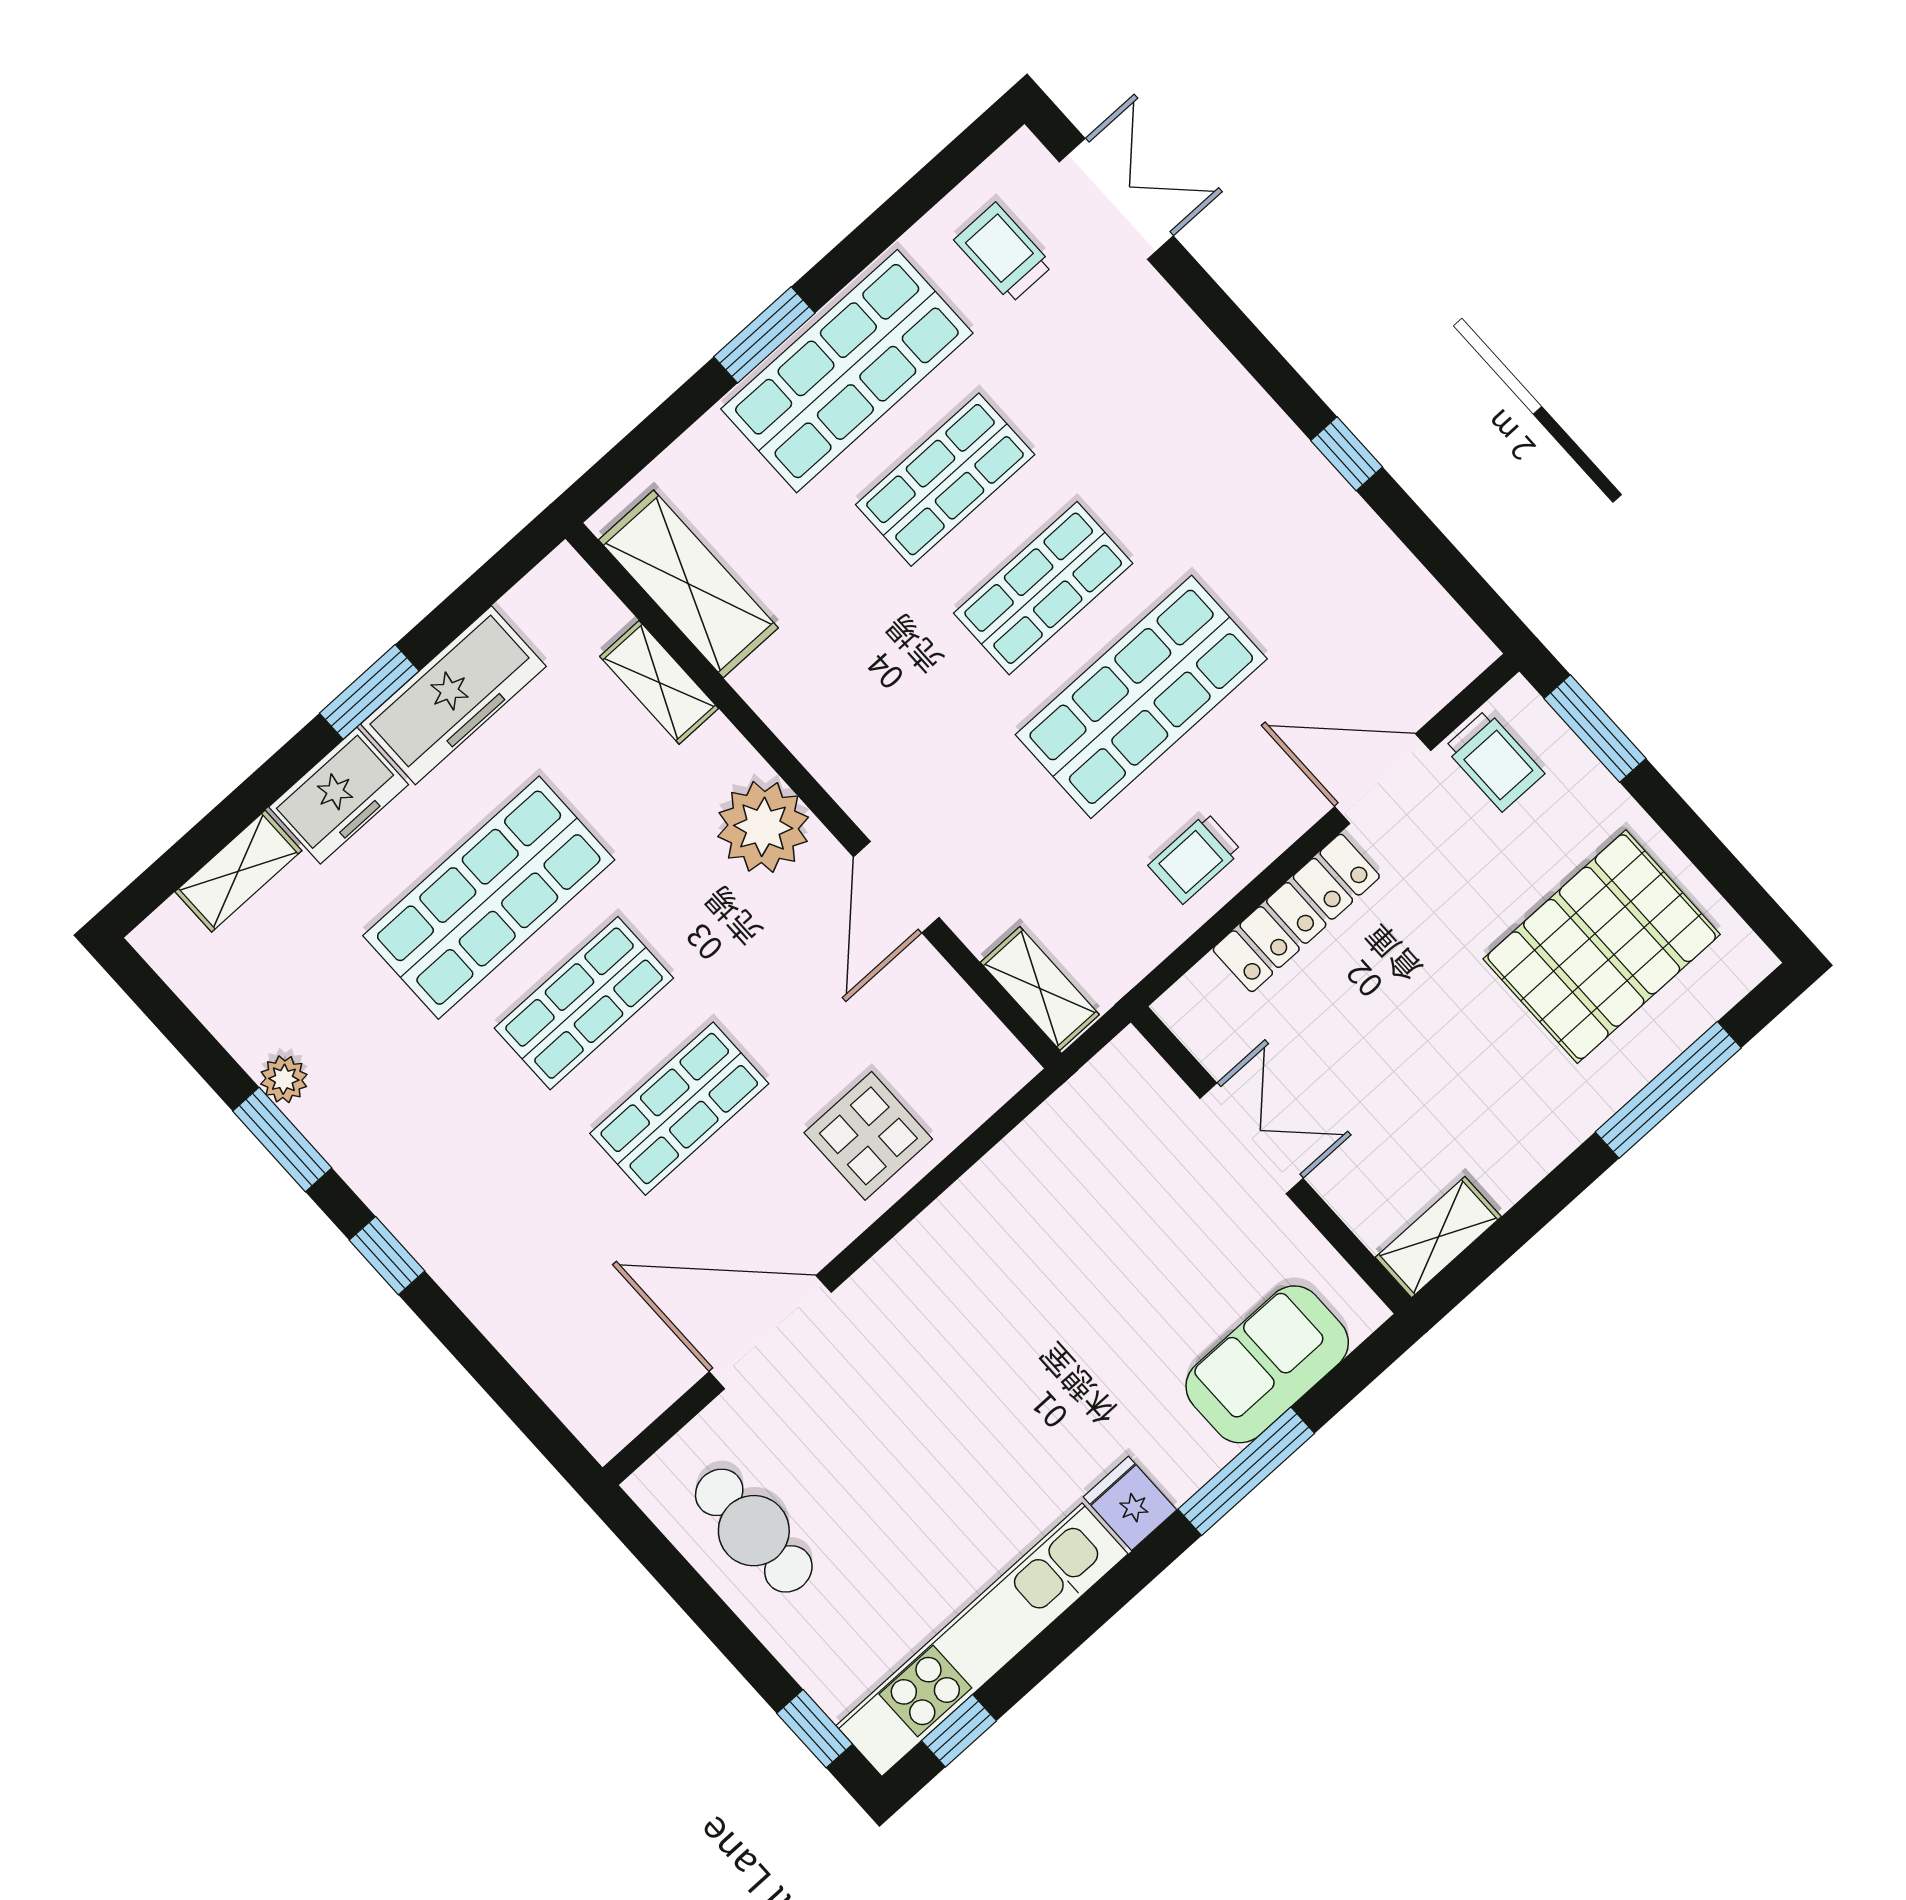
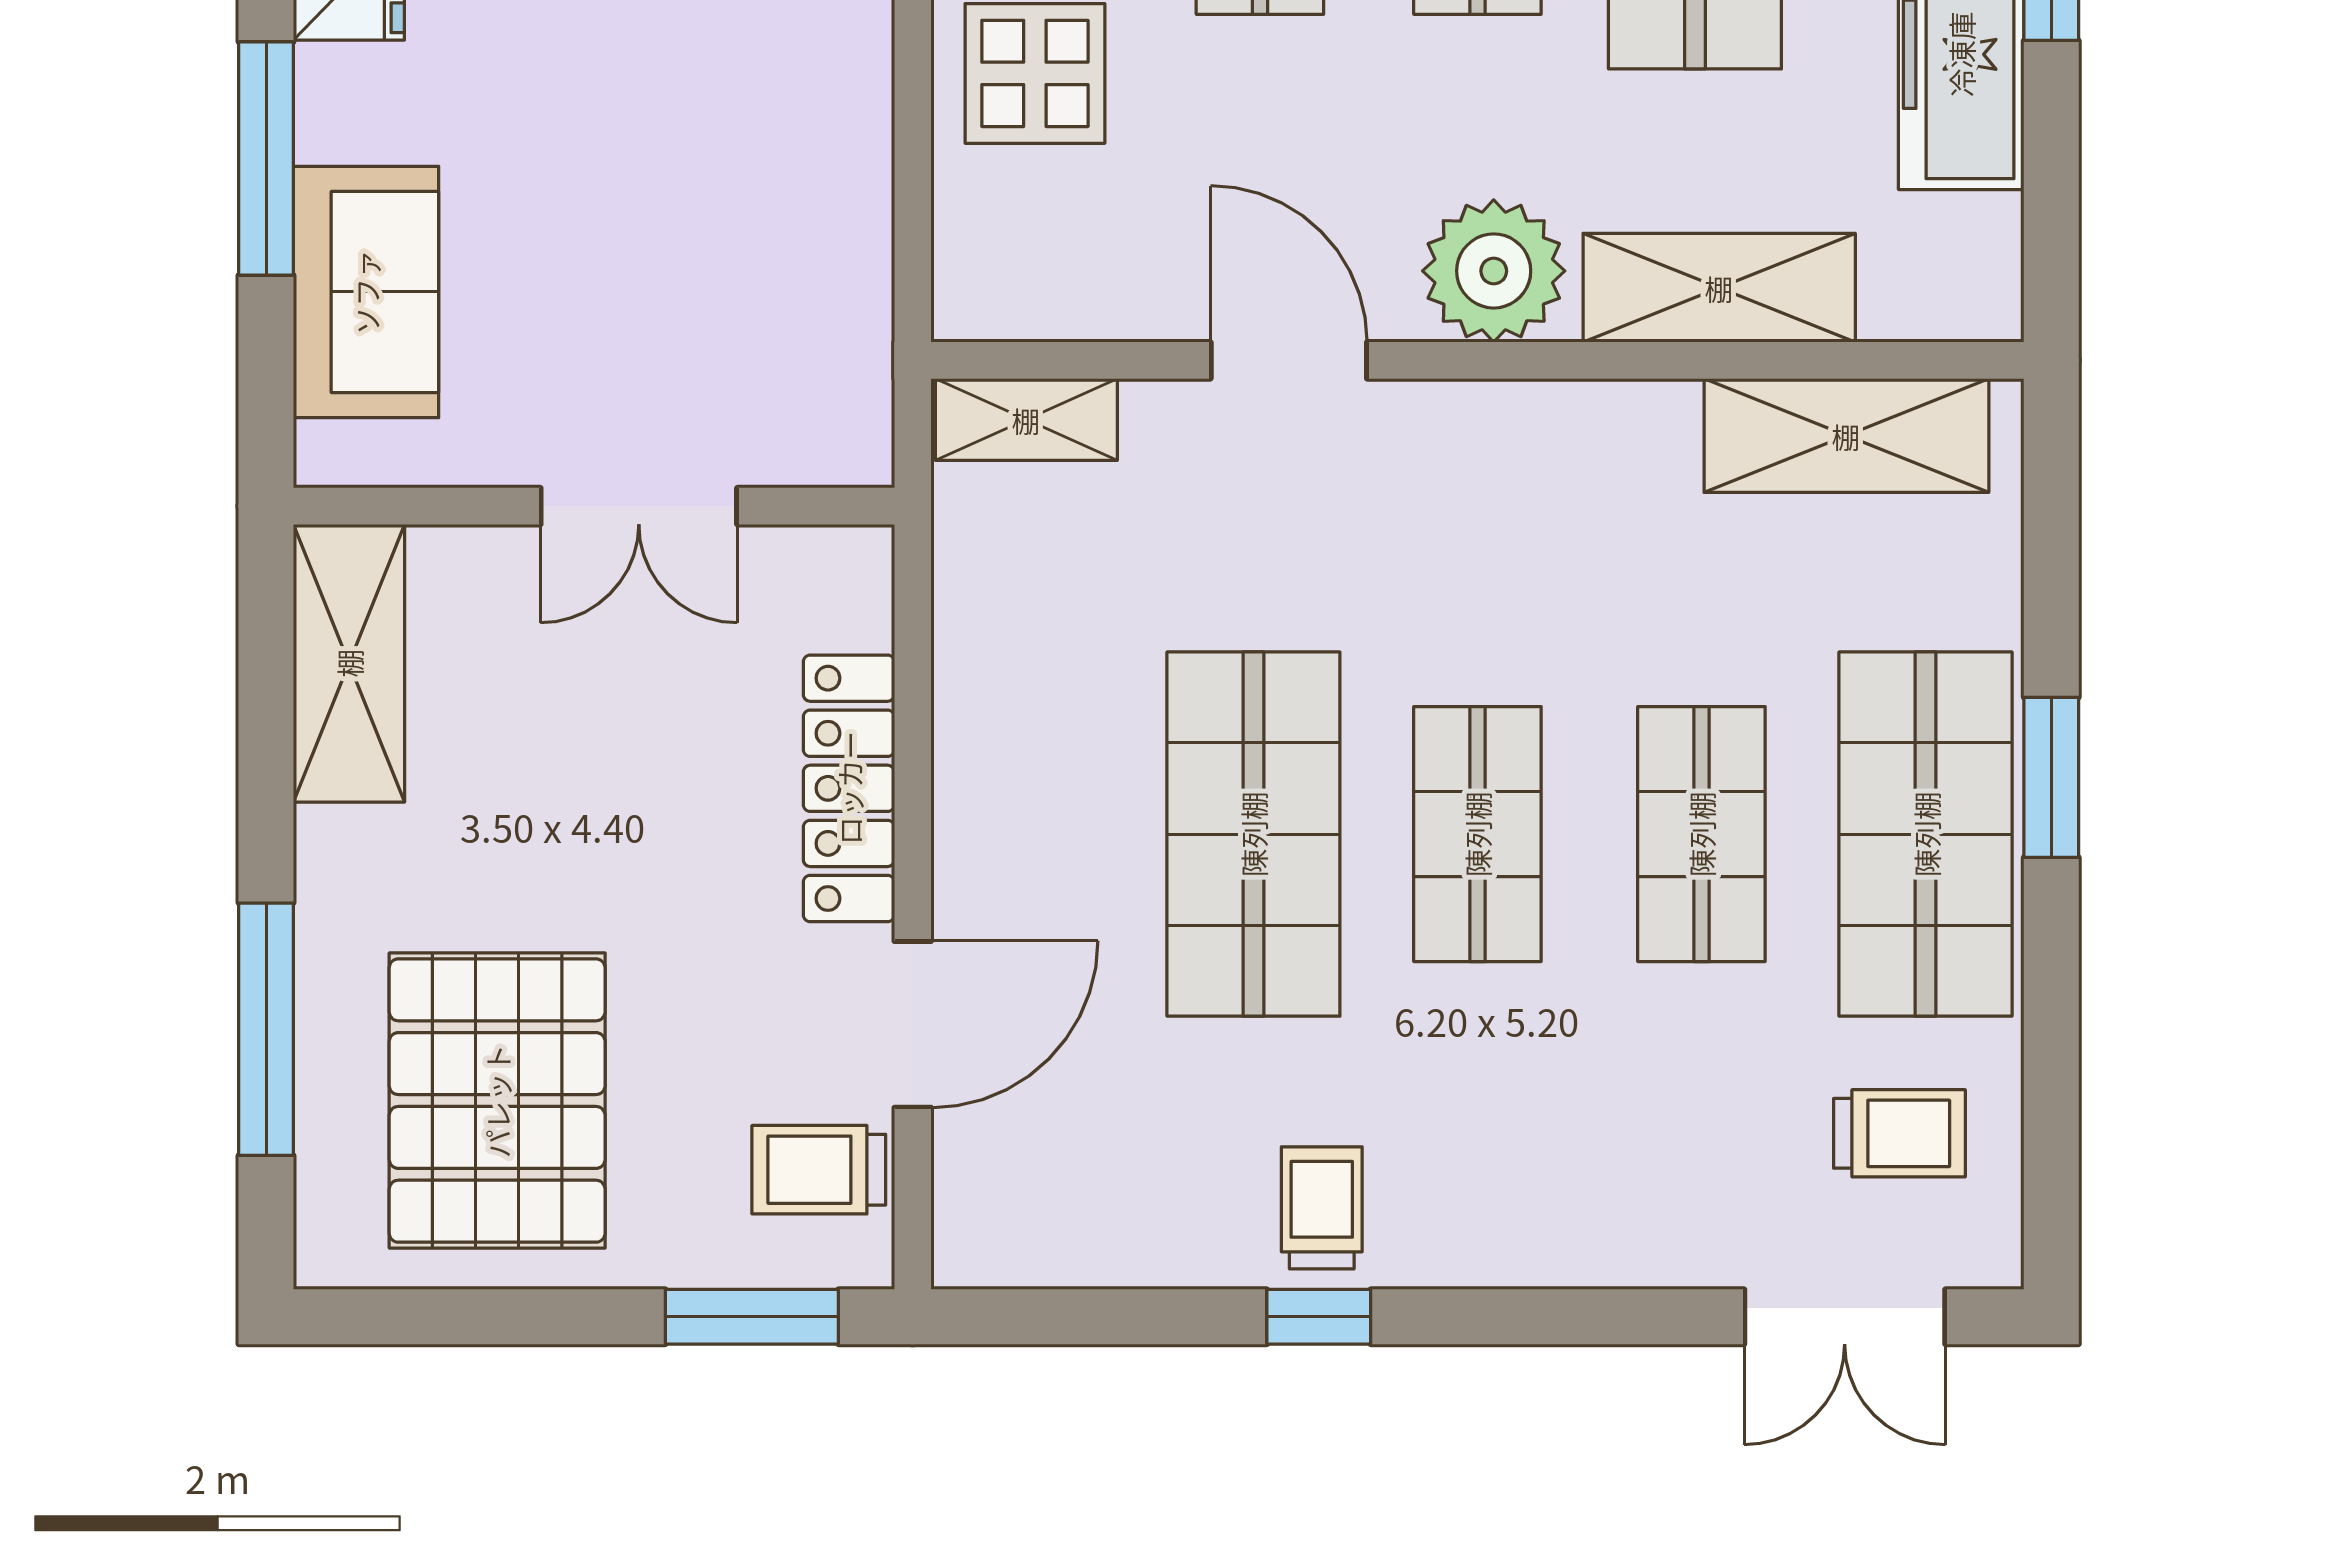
shelving: (659, 682) -> (1719, 288), width x1.50, depth x1.33
trolley: (1195, 858) -> (1322, 1208), moved
shelving: (1438, 1237) -> (349, 663), width x1.50, depth x1.33

